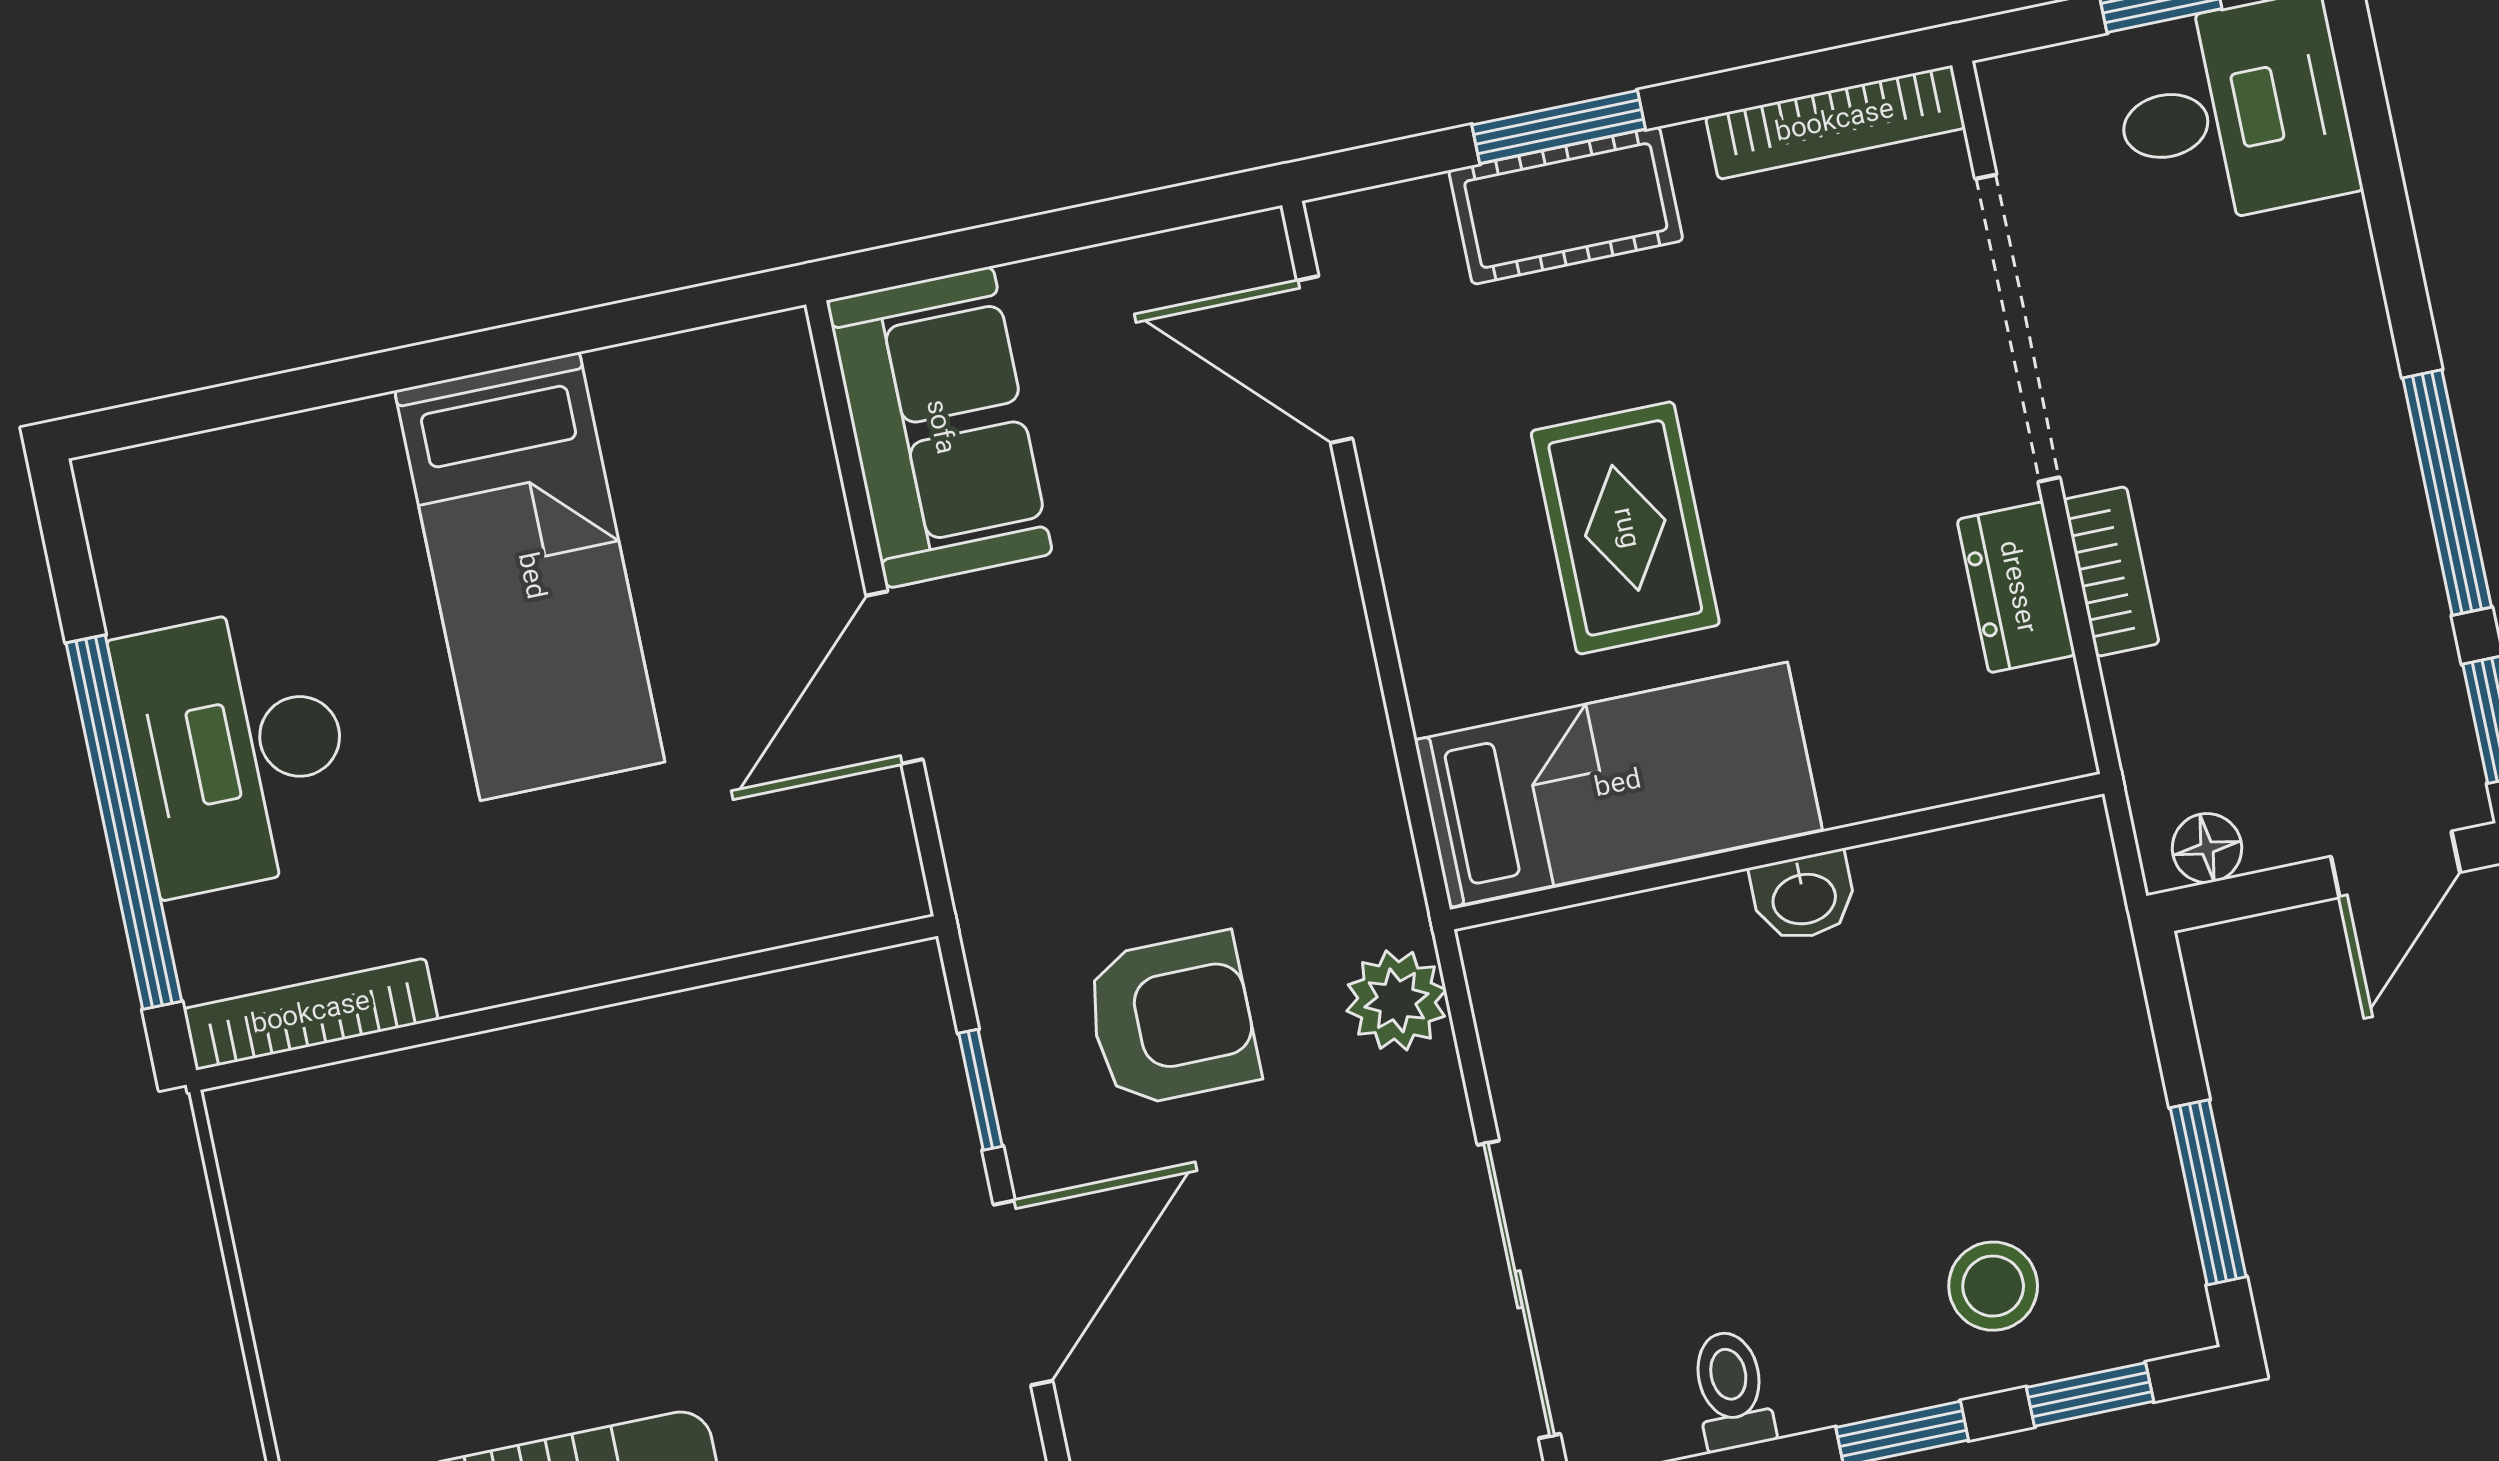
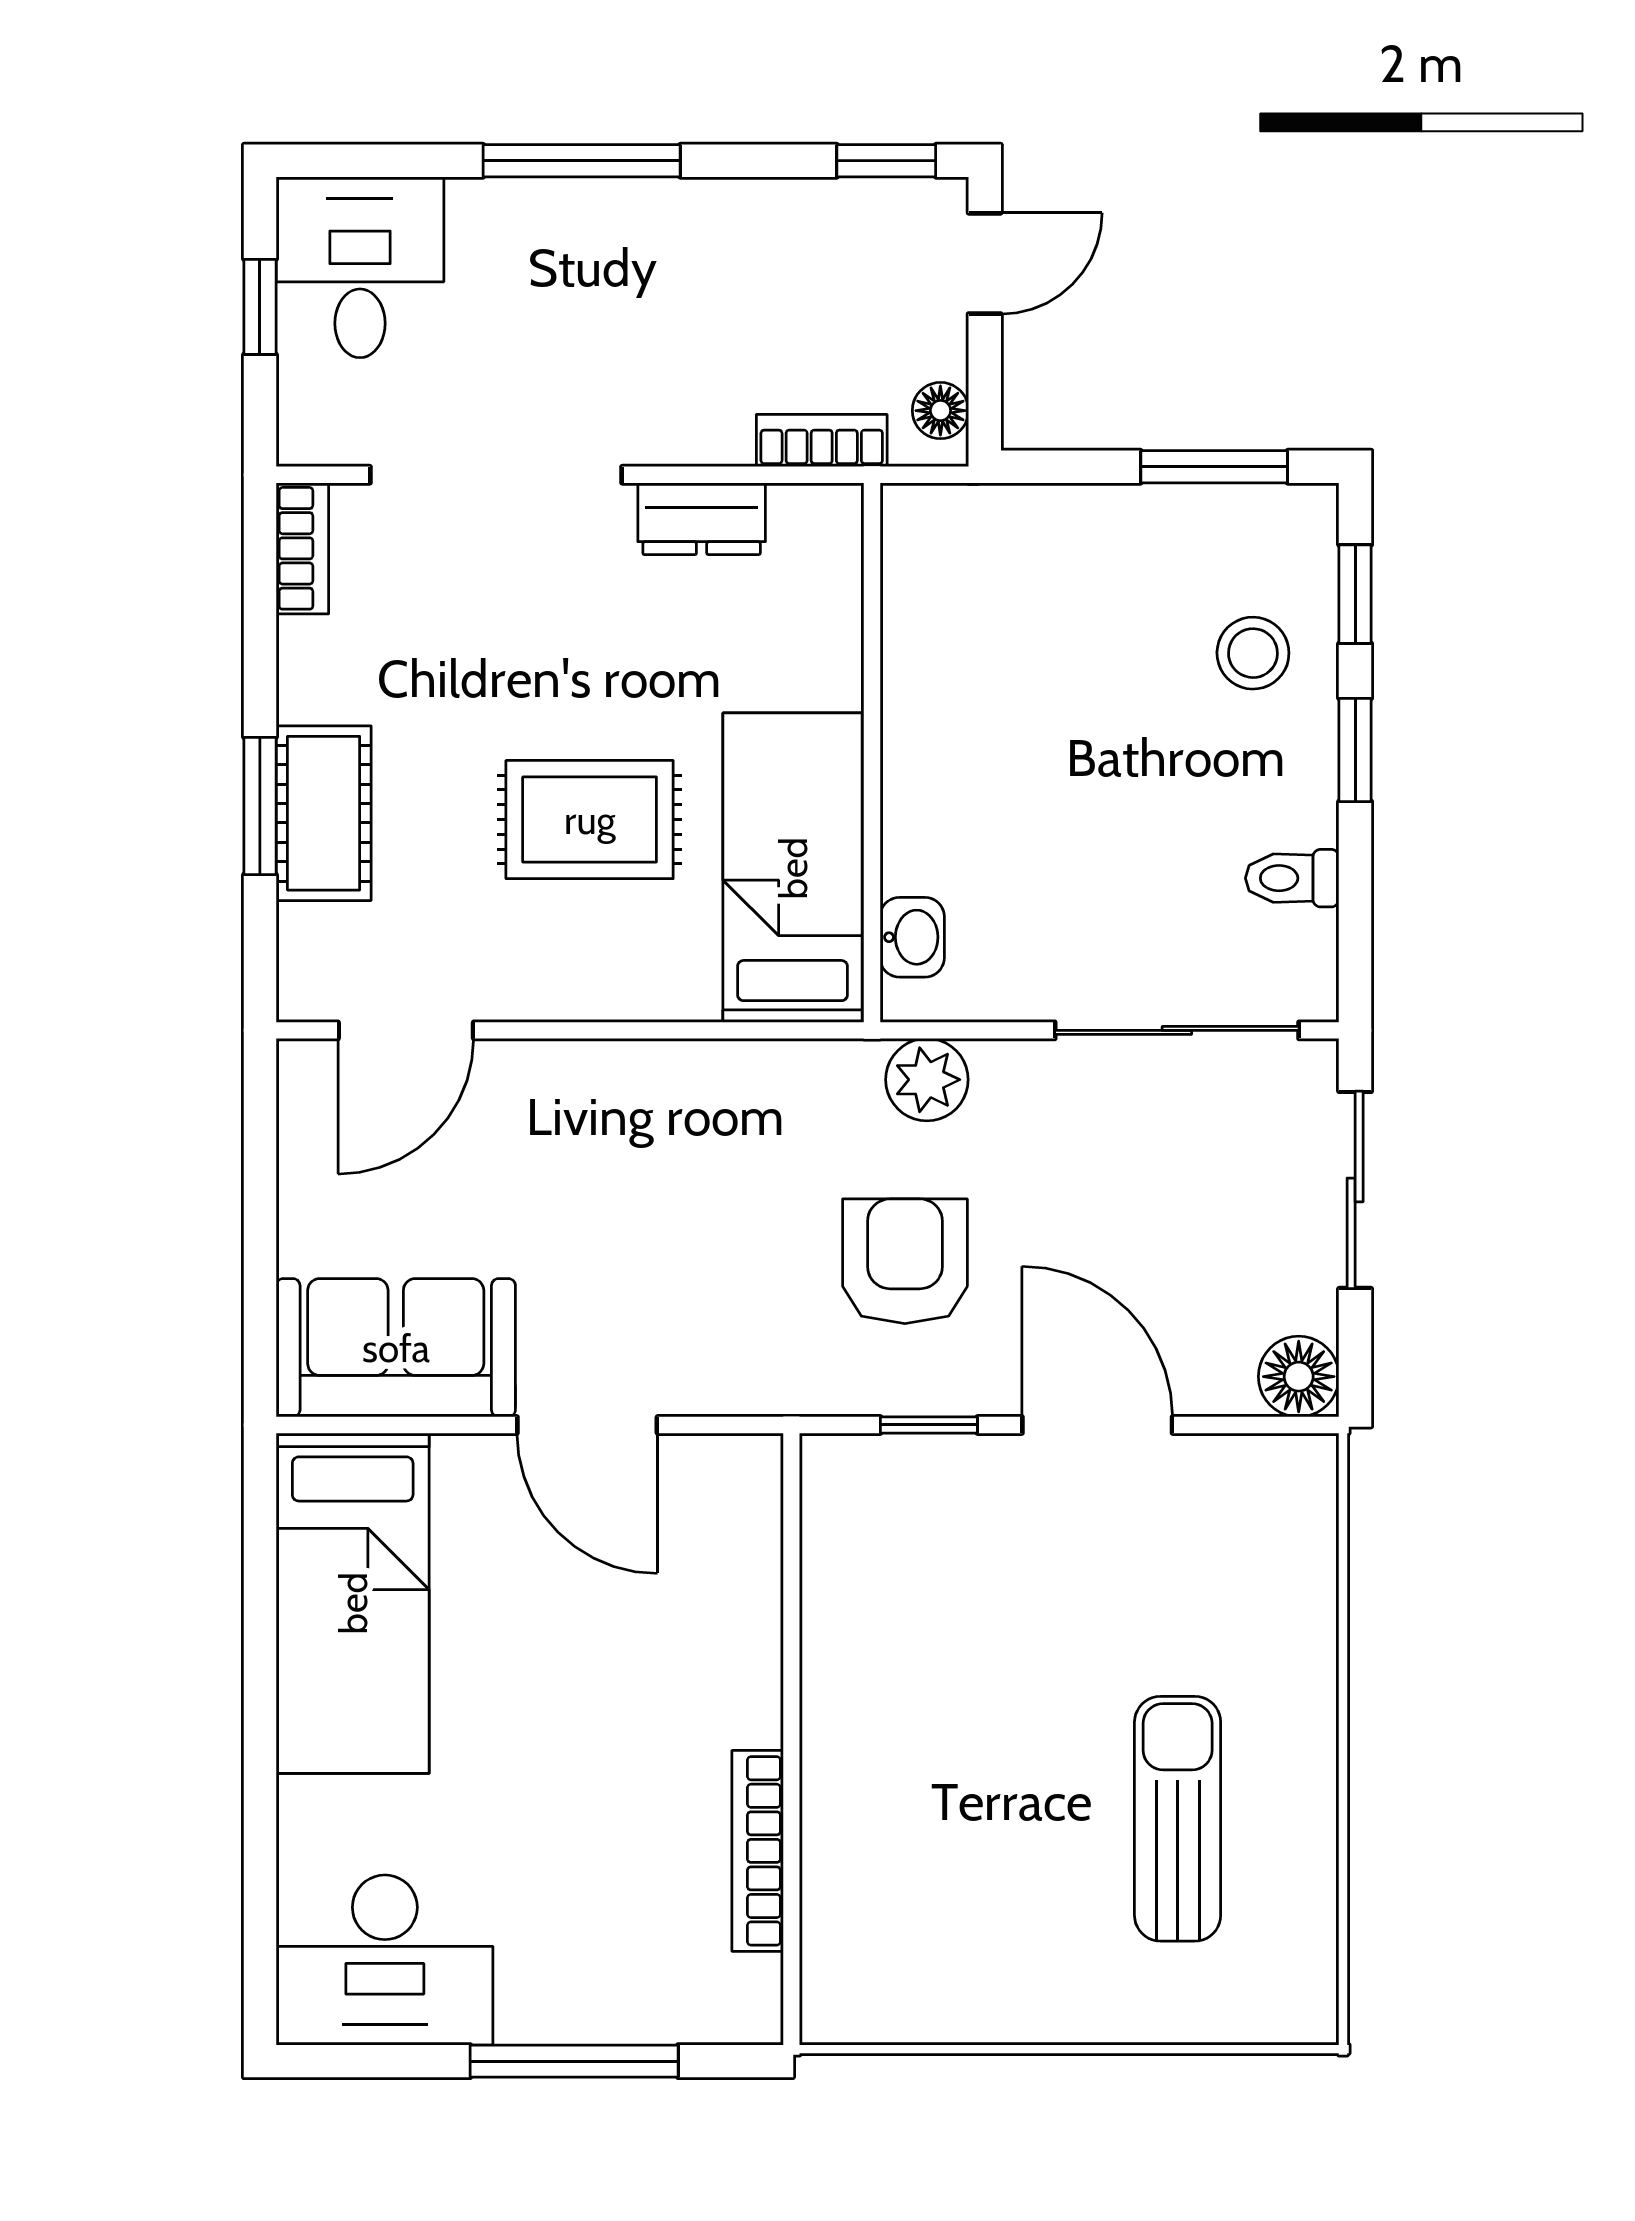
bookcase: (1835, 122) -> (302, 548), width x0.64
window: (2447, 493) -> (582, 161), moved
bookcase: (2111, 571) -> (822, 441), moved
bed: (530, 576) -> (353, 1603), moved, turned 90
desk: (236, 750) -> (385, 1960), moved
window: (124, 822) -> (574, 2061), width x0.68
door: (2395, 864) -> (985, 263), hinge flipped
washbasin: (1804, 897) -> (912, 937), moved
bookcase: (311, 1014) -> (758, 1851), moved

